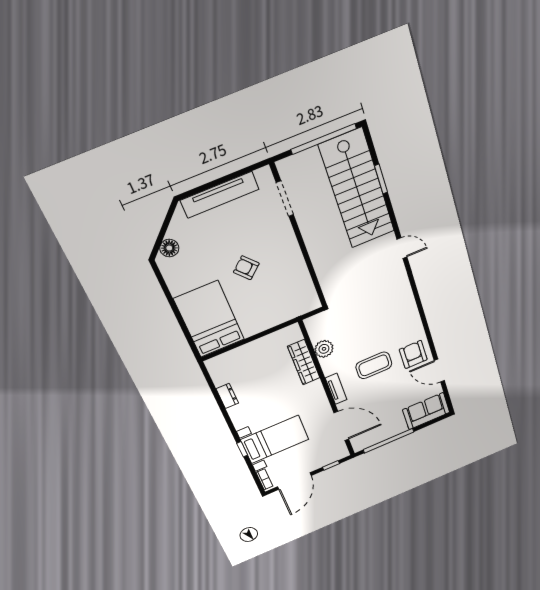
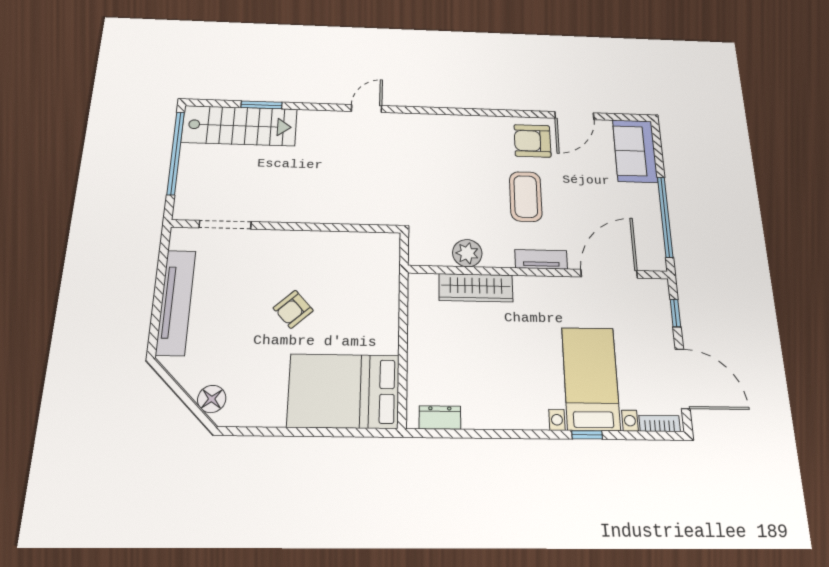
stairs: (357, 189) -> (240, 126), width x0.73, depth x0.66
dresser: (227, 396) -> (440, 417), moved

